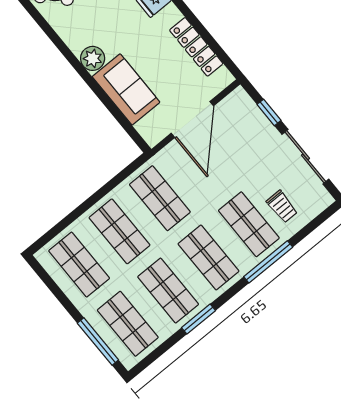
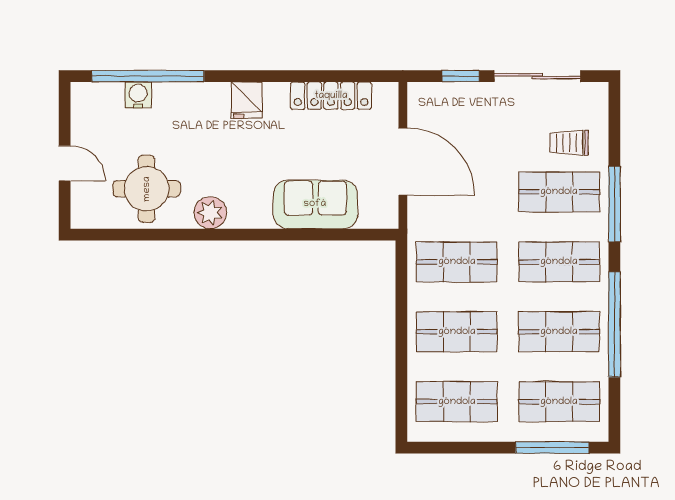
plant: (93, 58) -> (210, 213), moved
trolley: (282, 206) -> (569, 143), turned 180
window: (199, 319) -> (614, 324), width x2.11

